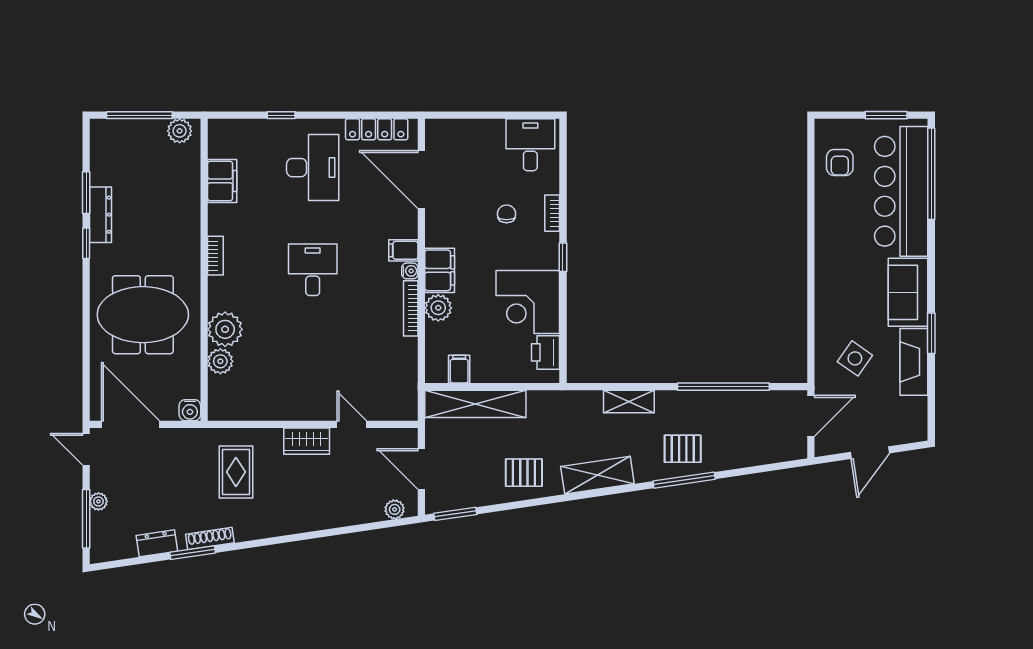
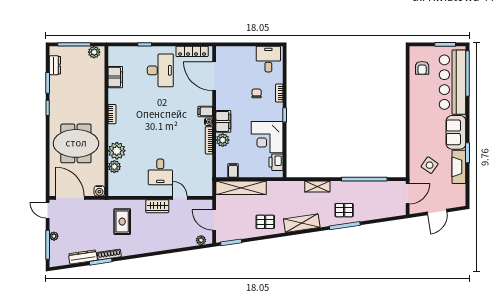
dresser: (101, 215) -> (55, 65), moved, width x0.70
desk: (313, 270) -> (160, 172), moved, turned 180
dresser: (157, 543) -> (83, 257), width x1.44

